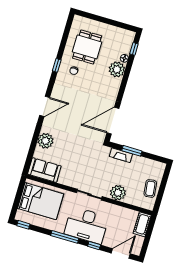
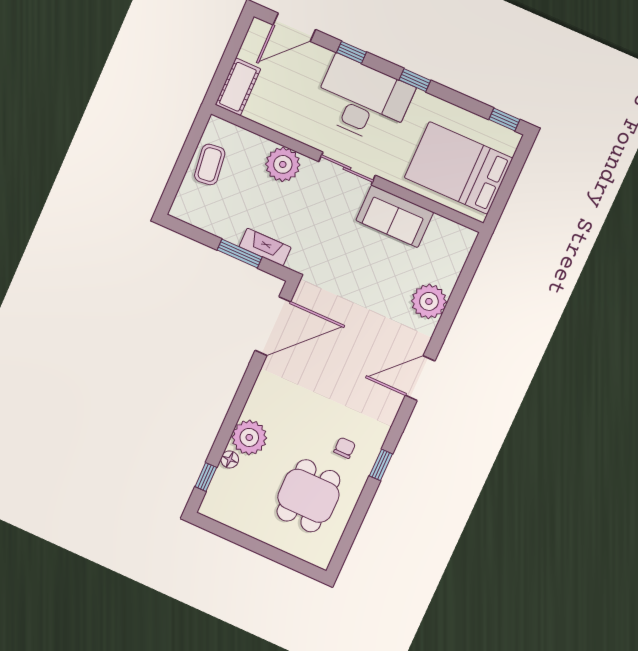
sofa: (44, 170) -> (395, 216), moved
window: (65, 237) -> (415, 80), width x0.46

